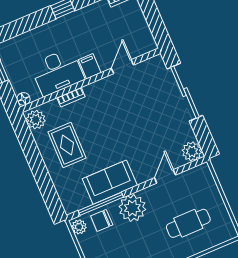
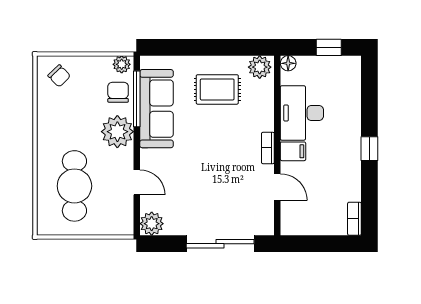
bookcase: (71, 97) -> (268, 148), moved
sofa: (110, 182) -> (157, 109), width x1.36
cafe table: (188, 223) -> (74, 186), width x1.37, depth x1.35

